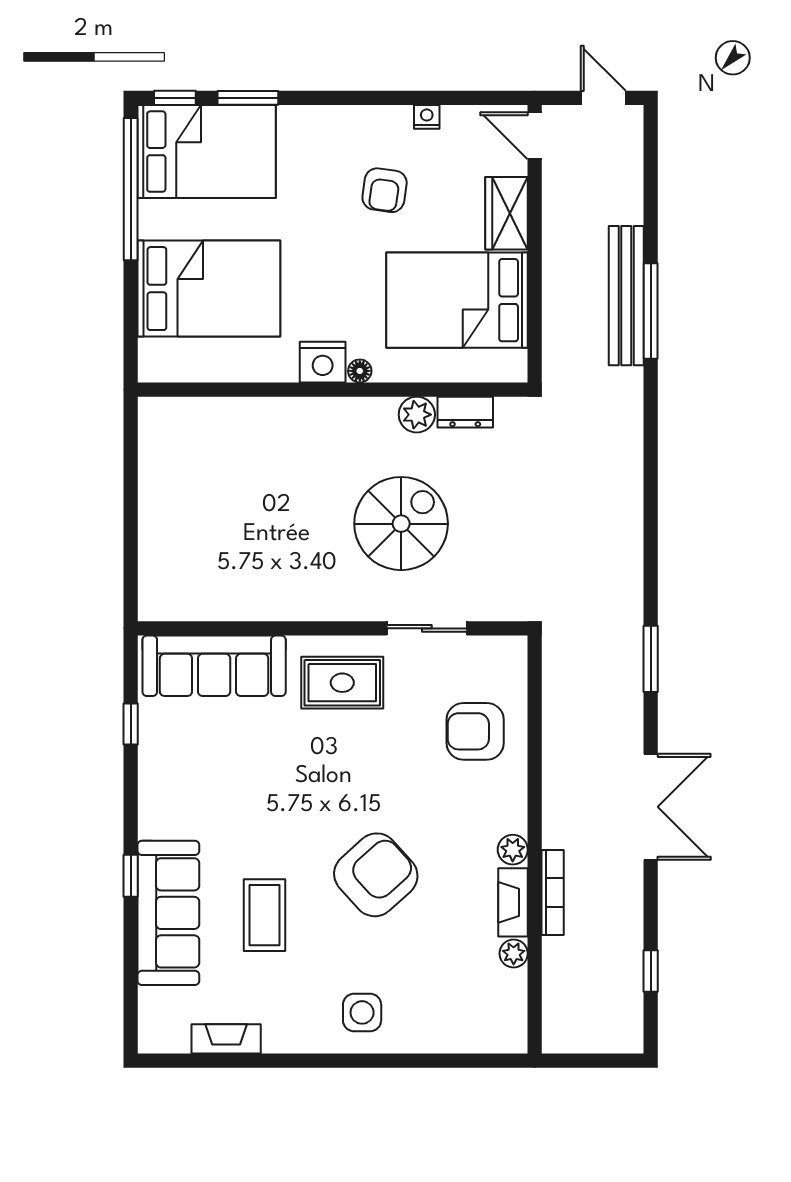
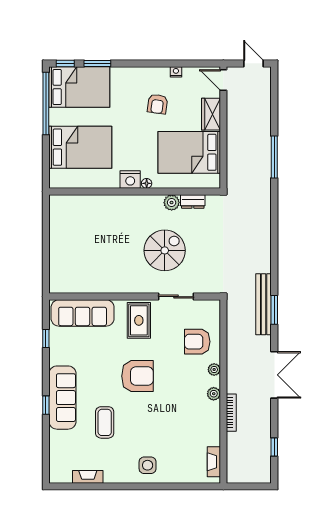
bench: (626, 296) -> (264, 304), moved
rug: (342, 683) -> (139, 320), turned 90
armchair: (376, 875) -> (137, 376), moved, turned 42
fireplace: (513, 902) -> (214, 462), moved
sofa: (168, 913) -> (62, 398), moved
plant: (514, 953) -> (214, 370), moved

